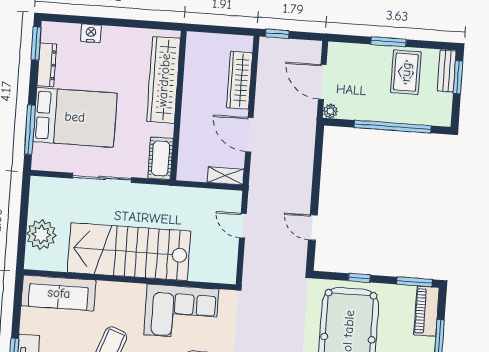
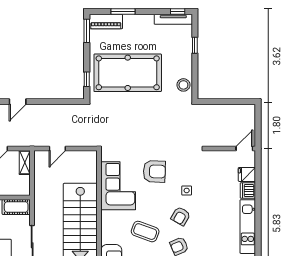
door: (313, 228) -> (18, 102), moved
window: (359, 278) -> (87, 79), moved

